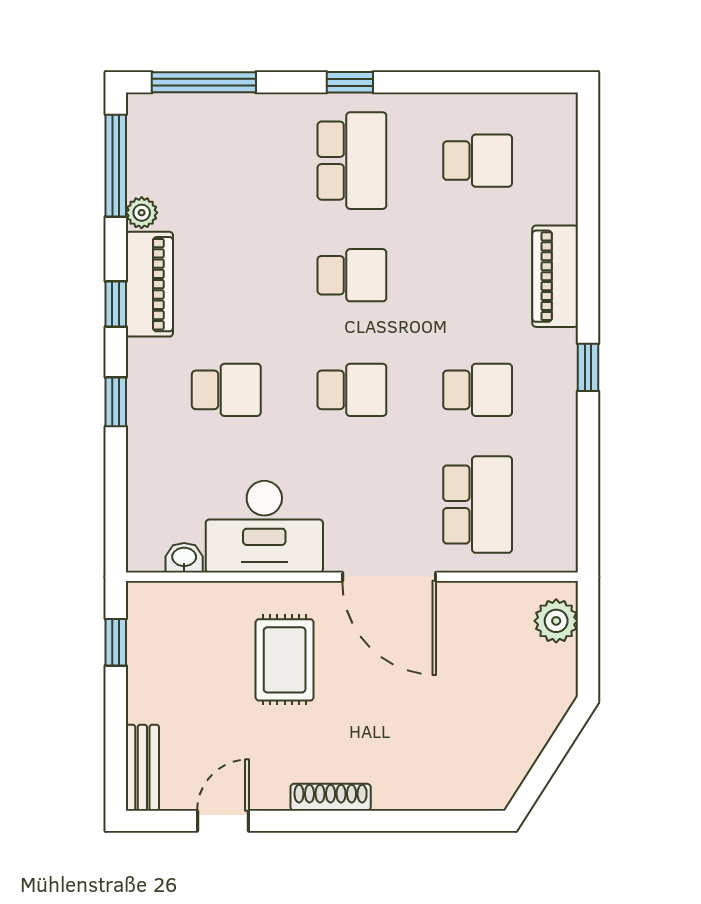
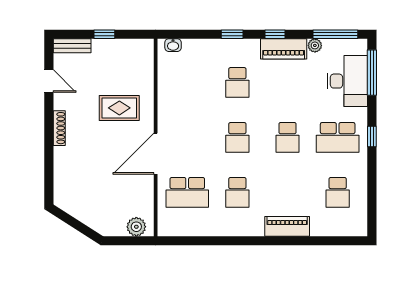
window: (588, 367) -> (247, 241), removed
desk: (264, 527) -> (347, 81), moved, turned 180
washbasin: (184, 558) -> (173, 45), moved, turned 90
window: (116, 642) -> (104, 34), moved

